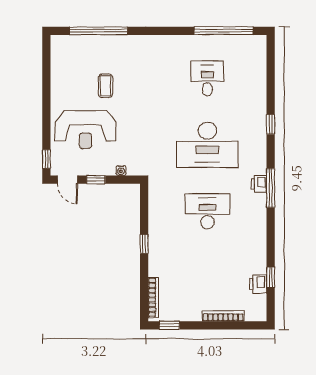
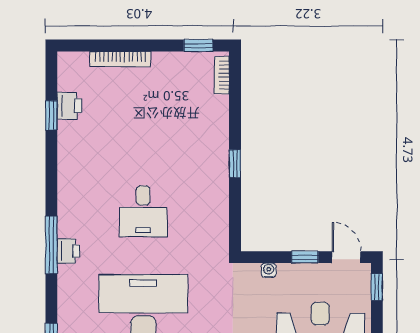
desk: (207, 211) -> (143, 211), width x0.73
bookcase: (153, 298) -> (222, 75), width x0.64

